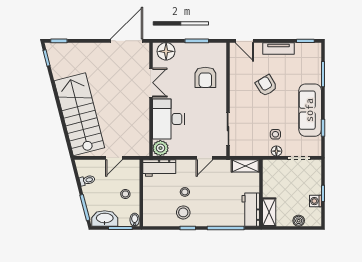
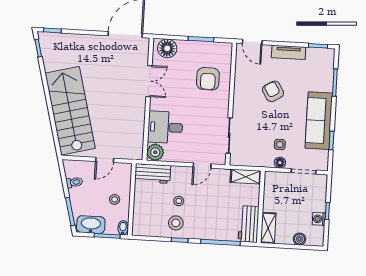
desk: (168, 119) -> (165, 127), width x0.73

